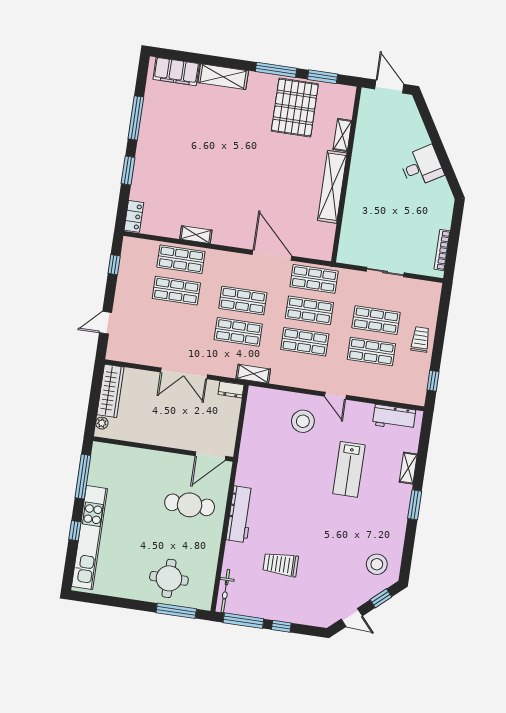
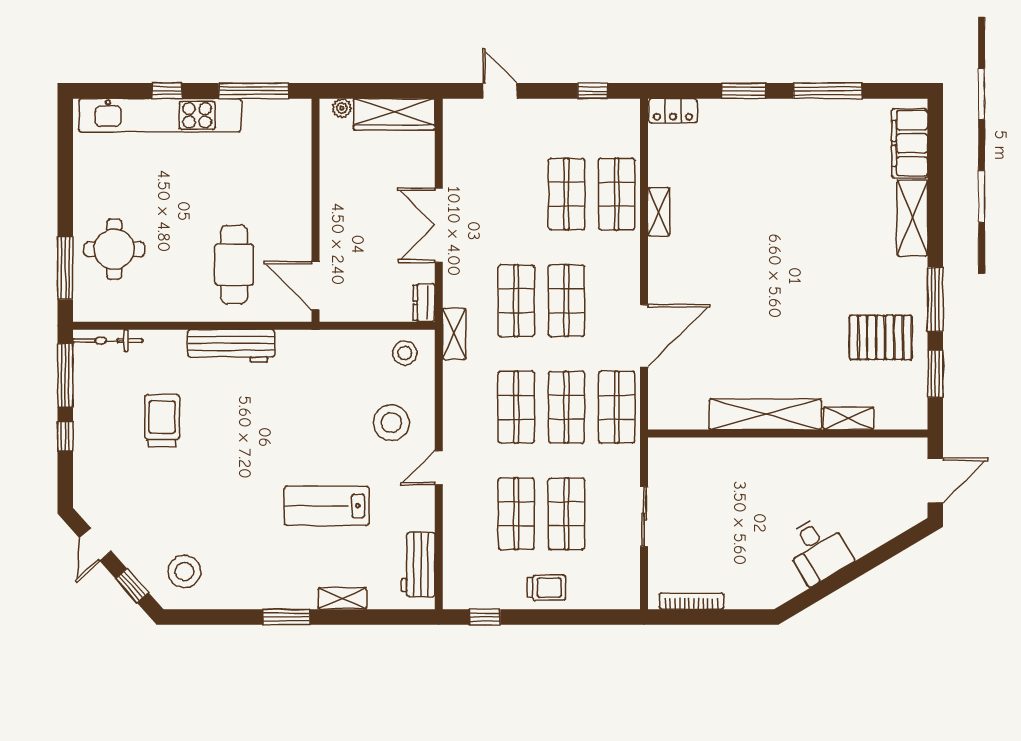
pallet: (295, 108) -> (881, 337), width x0.73, depth x0.71
stool: (261, 406) -> (405, 353), added

